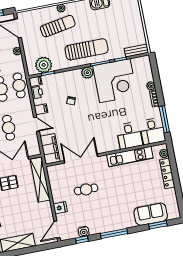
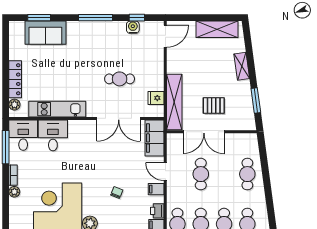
fridge: (60, 208) -> (156, 98), moved

